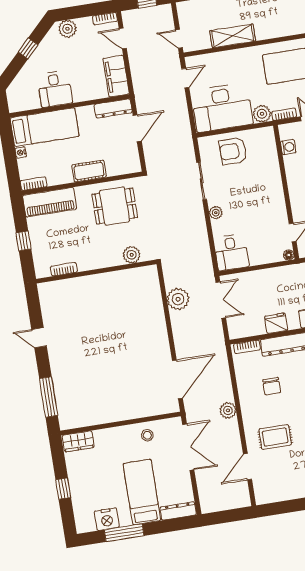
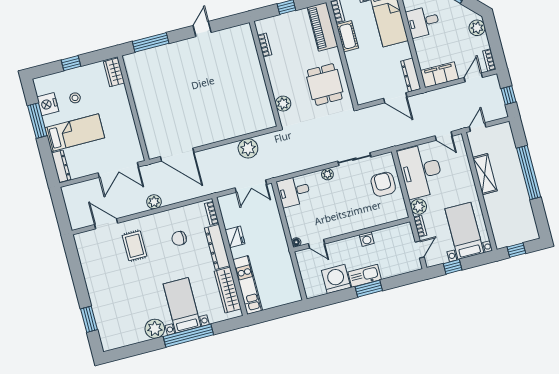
washing machine: (288, 147) -> (367, 239), moved
cot: (89, 171) -> (348, 36), moved
stool: (147, 435) -> (75, 98), moved

